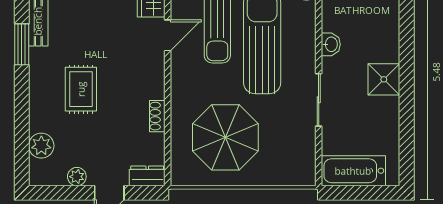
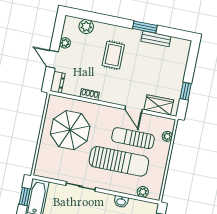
washbasin: (331, 44) -> (121, 202), moved
rug: (81, 89) -> (113, 55), turned 90
window: (356, 193) -> (25, 196), added

